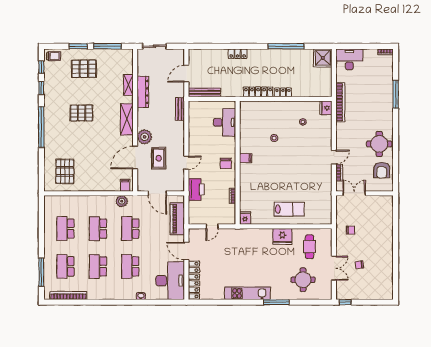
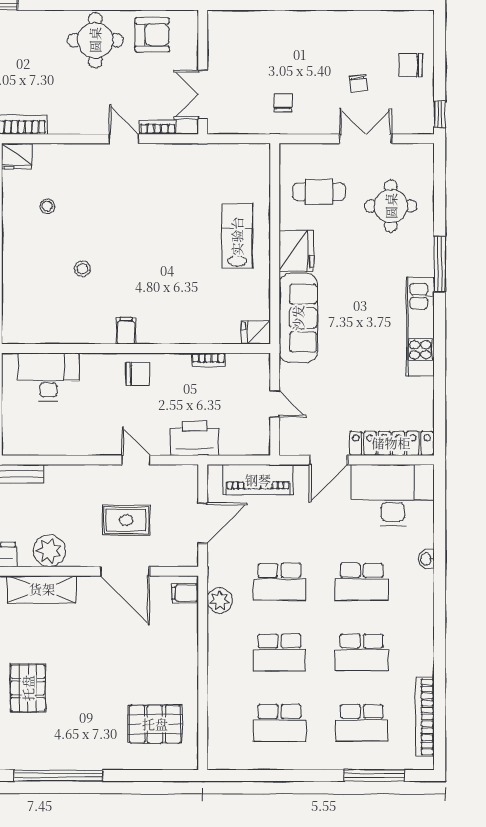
plant: (145, 137) -> (49, 551), moved
sofa: (252, 237) -> (298, 318), added
chair: (368, 289) -> (411, 65), added

